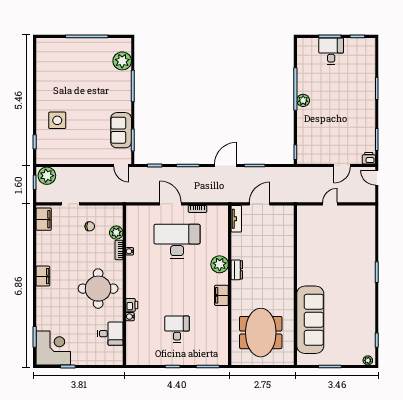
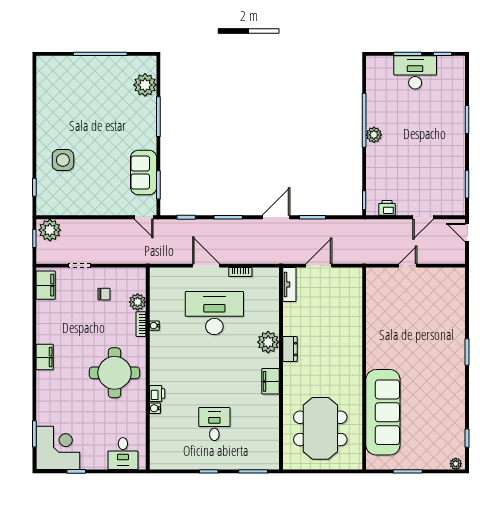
desk: (331, 51) -> (415, 72), width x1.37
printer: (369, 158) -> (387, 208), moved
desk: (110, 334) -> (123, 454), moved, turned 90

